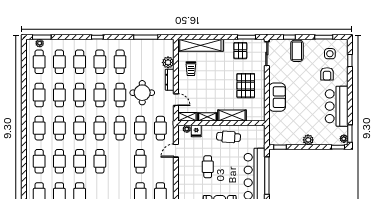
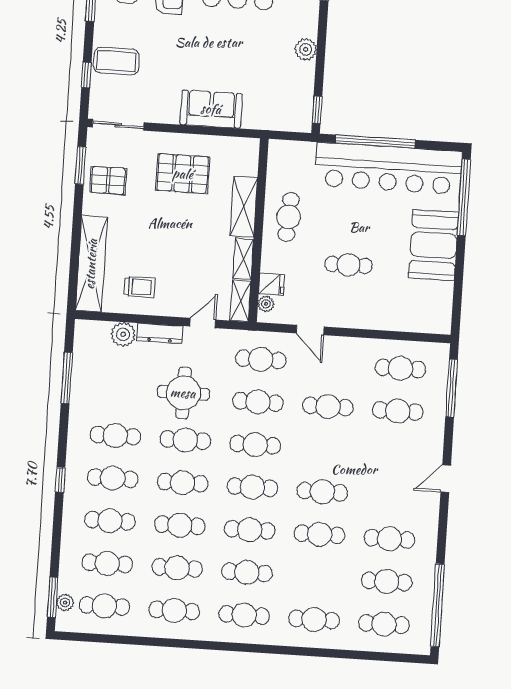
cafe table: (59, 161) -> (317, 577), removed

